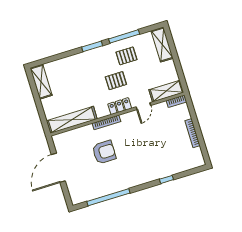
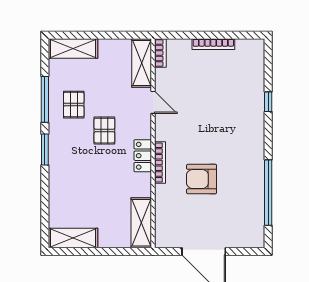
locker: (120, 106) -> (143, 156), moved
shelving: (72, 120) -> (141, 223), width x0.68
armchair: (104, 152) -> (202, 179), turned -90

